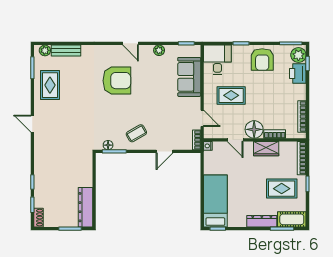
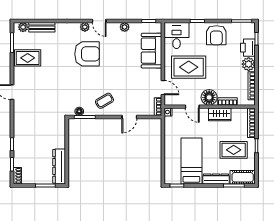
plant: (114, 50) -> (85, 27), added
plant: (298, 55) -> (249, 64), moved
rug: (50, 85) -> (28, 58), turned 90
rug: (231, 95) -> (189, 67), width x1.36, depth x1.43
bed: (215, 201) -> (191, 161), moved

